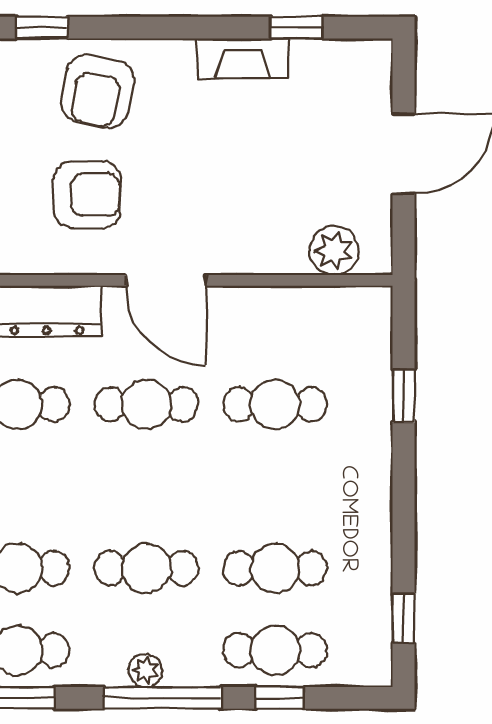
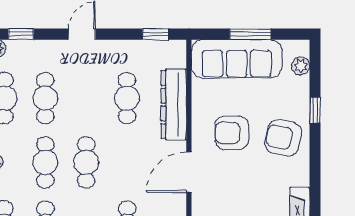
armchair: (87, 195) -> (232, 133), turned 90
cafe table: (146, 404) -> (86, 162), moved

